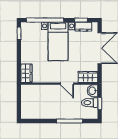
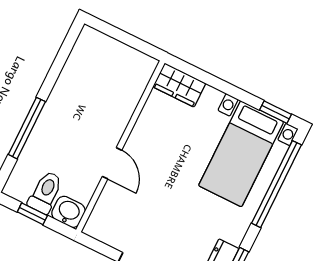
bed with nightstands: (58, 41) -> (241, 154), moved, turned -90
wardrobe: (88, 77) -> (104, 217), removed
door: (67, 84) -> (112, 163), swing flipped

